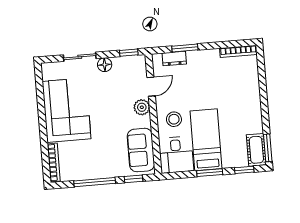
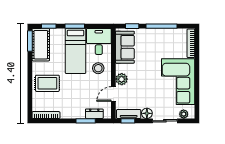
tv unit: (129, 62) -> (129, 114), added
plant: (56, 68) -> (184, 114), added
rug: (240, 94) -> (47, 83), added
cot: (256, 150) -> (41, 45), width x1.37, depth x1.34

